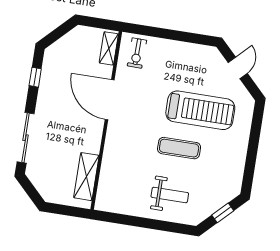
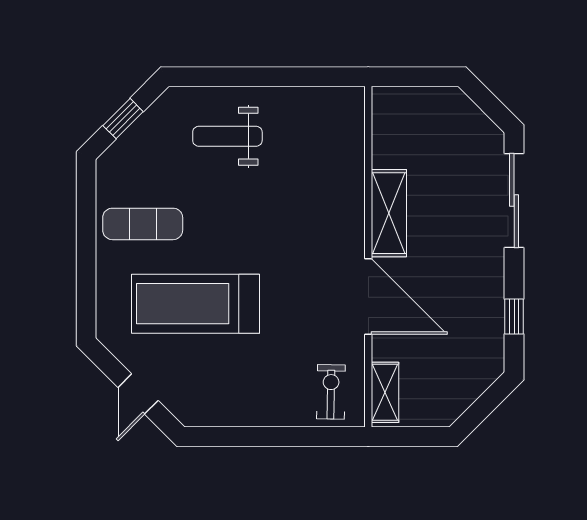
exercise mat: (179, 148) -> (143, 224), moved
shelving: (86, 177) -> (389, 213), moved

